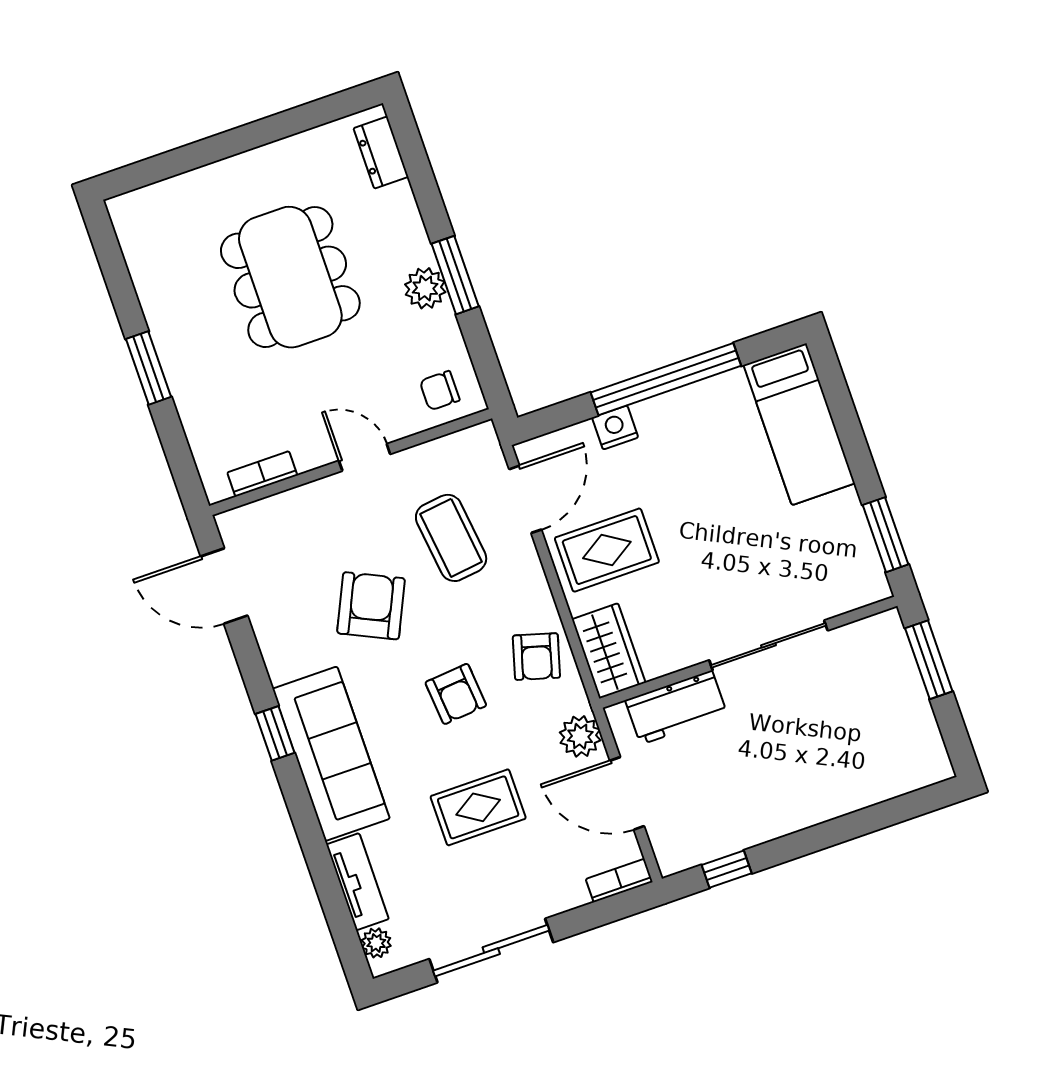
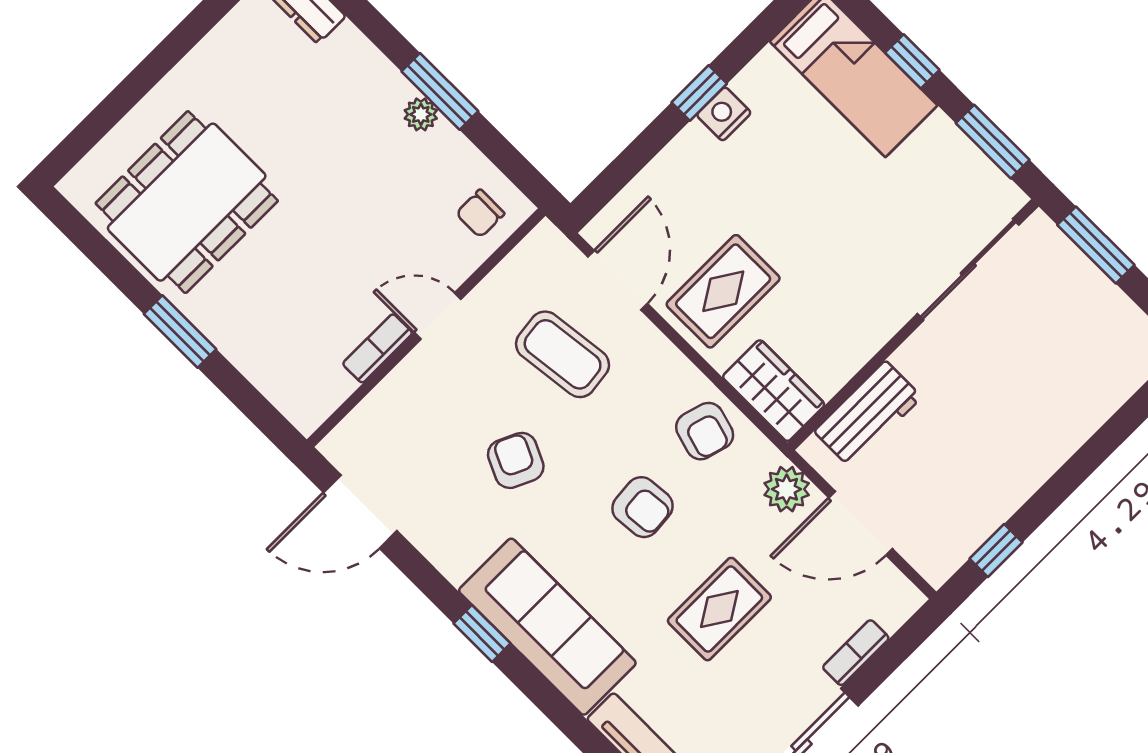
dining table: (290, 277) -> (187, 202), moved, turned 90
plant: (425, 288) -> (421, 114), width x0.73, depth x0.73
window: (666, 379) -> (699, 93), width x0.32
nightstand: (615, 427) -> (724, 114), moved
window: (852, 437) -> (912, 61), added
bookcase: (262, 474) -> (378, 348), moved
armchair: (371, 606) -> (516, 460), width x0.72, depth x0.72
sliding door: (768, 645) -> (968, 269), moved
bookcase: (619, 881) -> (856, 653), moved

